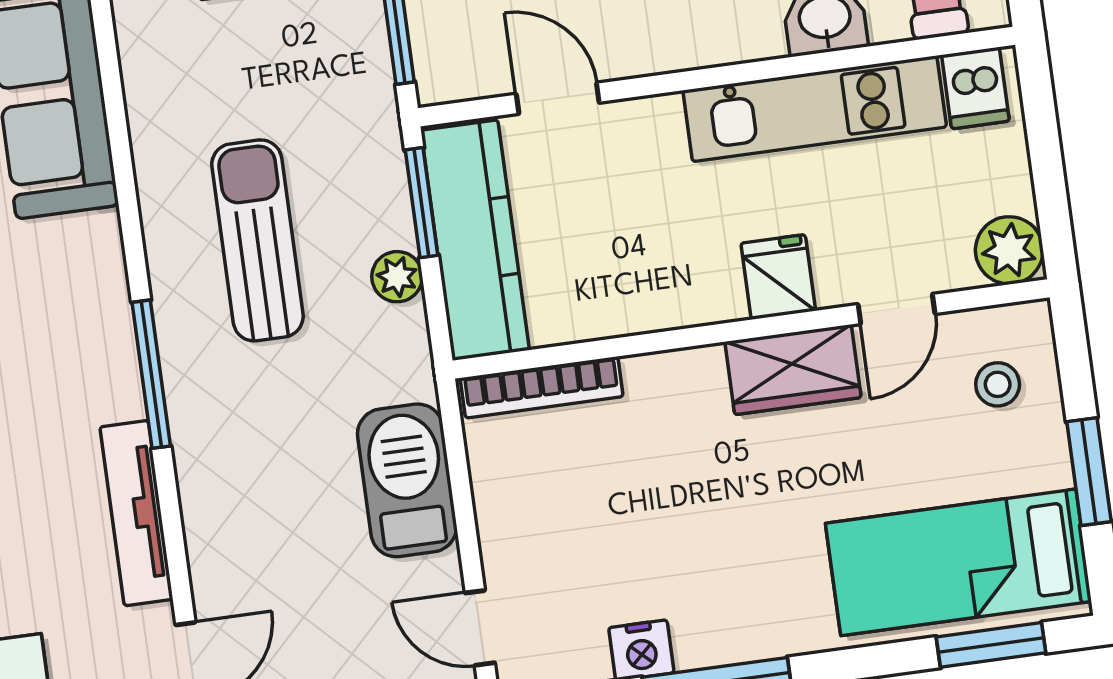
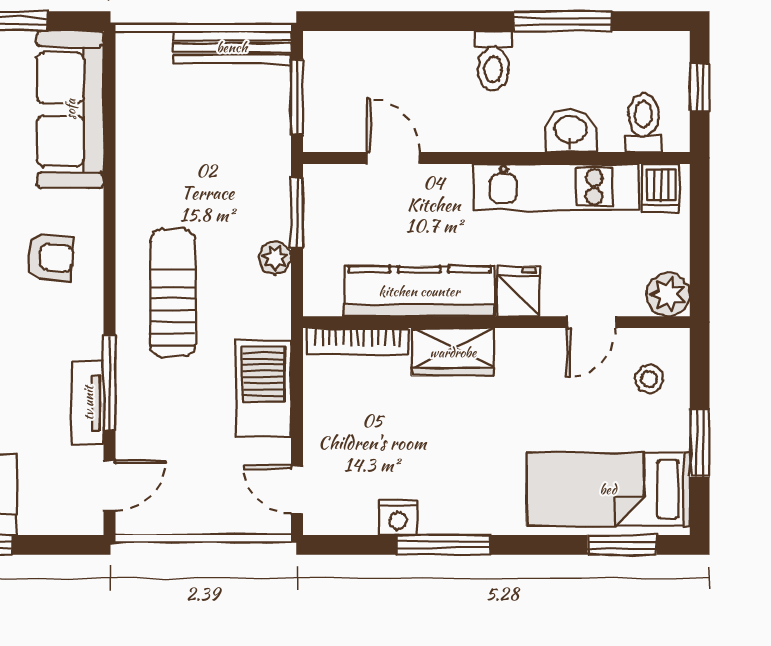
sun lounger: (257, 240) -> (173, 293), moved
kitchen counter: (475, 240) -> (419, 291), moved, turned -90
armchair: (51, 323) -> (50, 257), added
wardrobe: (793, 370) -> (453, 352), moved
window: (151, 374) -> (109, 383), moved
tv unit: (136, 513) -> (88, 403), width x0.71

